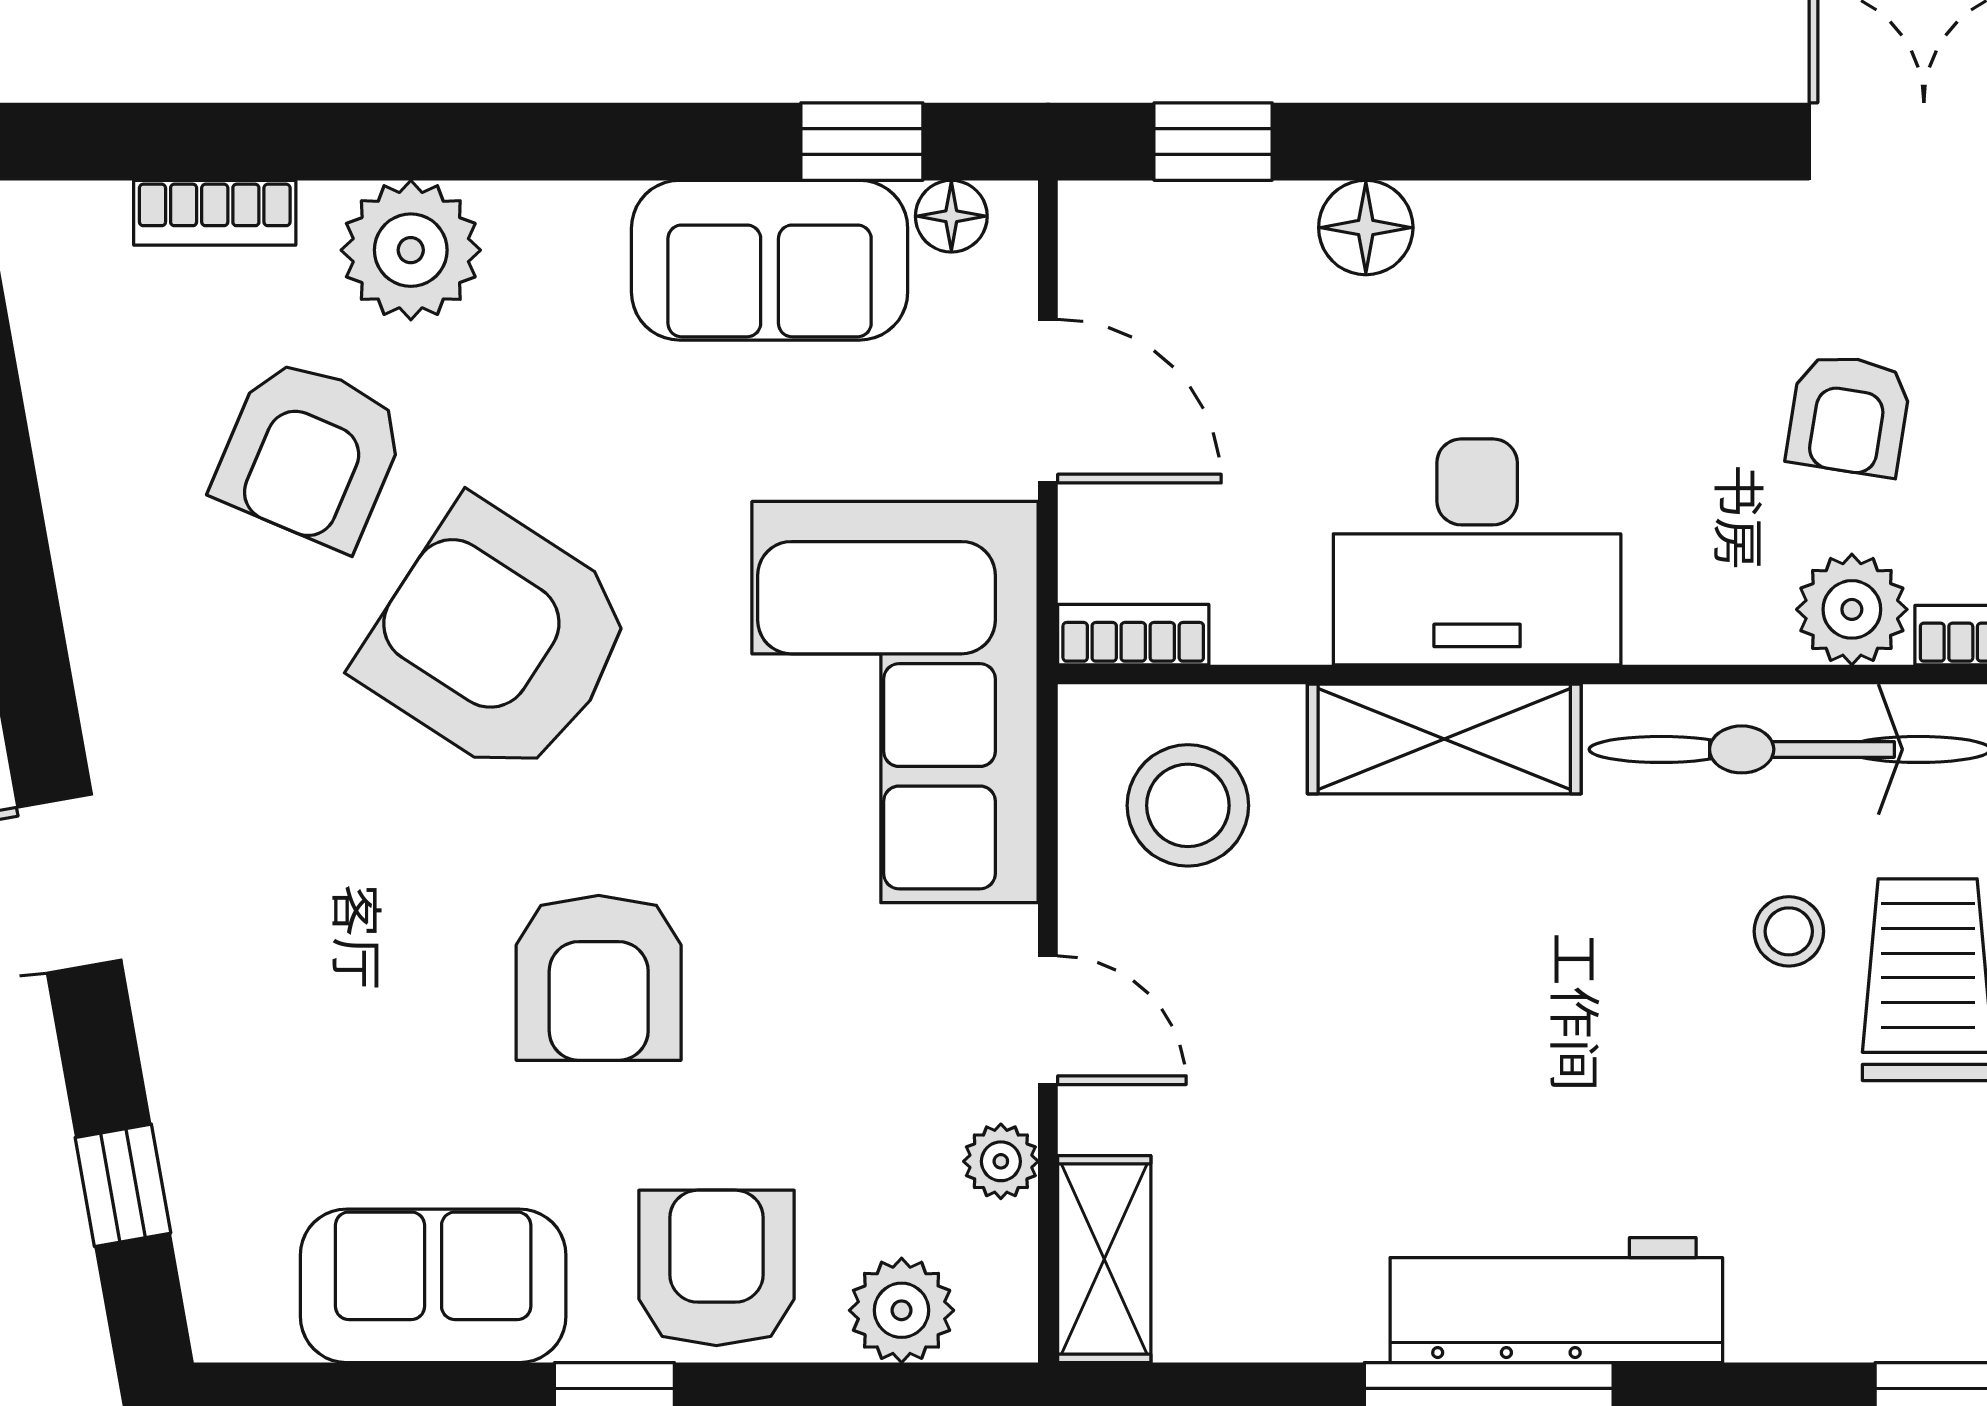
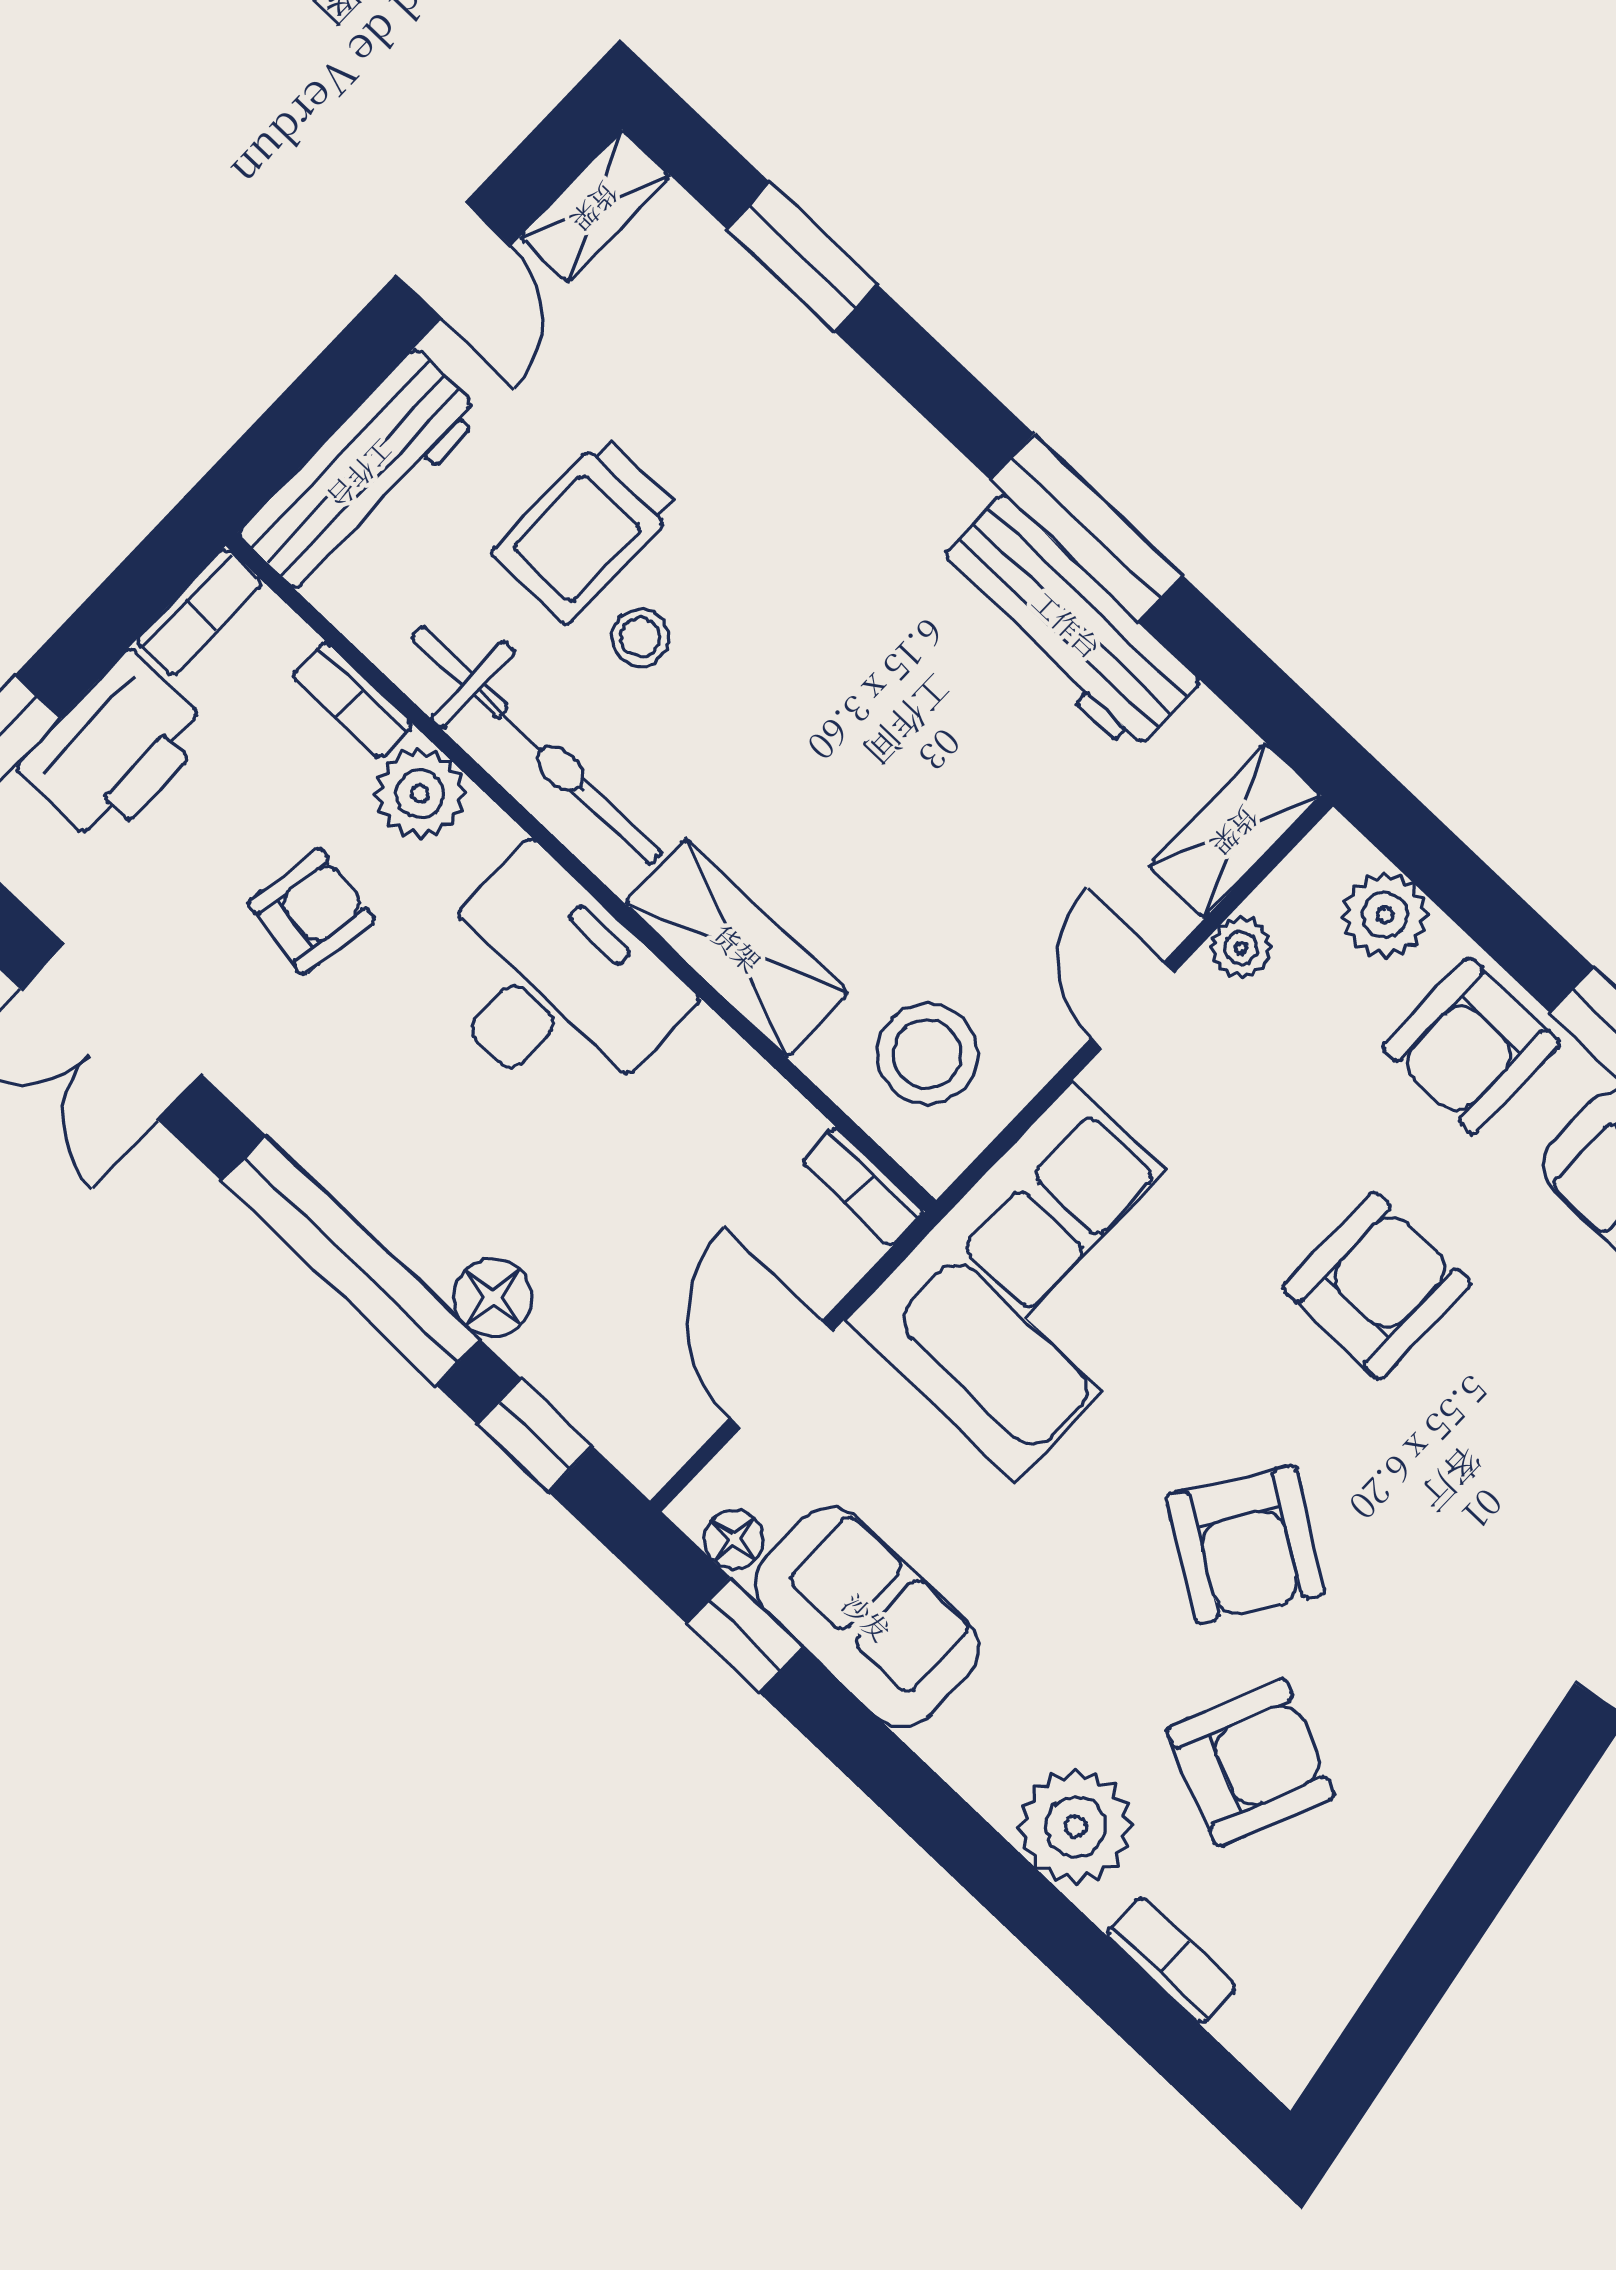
window: (1522, 142) -> (351, 1260), added
desk: (1477, 552) -> (552, 985), moved
armchair: (497, 640) -> (1245, 1545), width x0.73, depth x0.73
workbench: (1556, 1300) -> (1067, 624), moved

